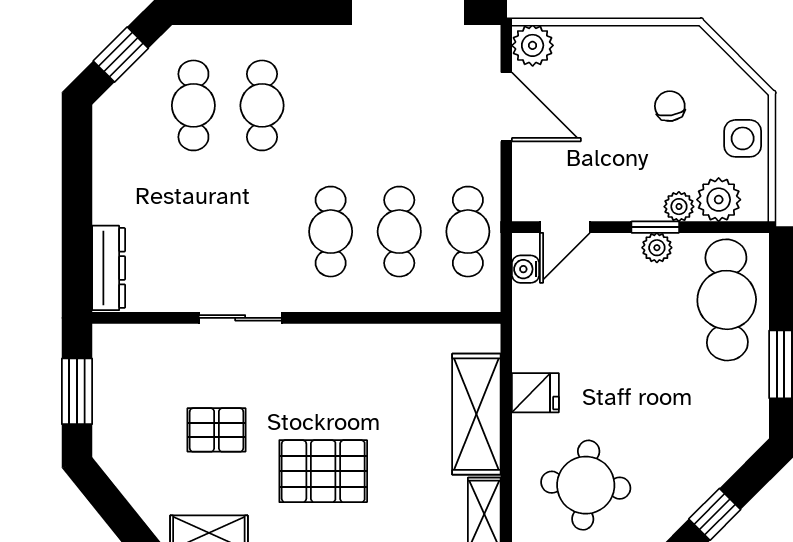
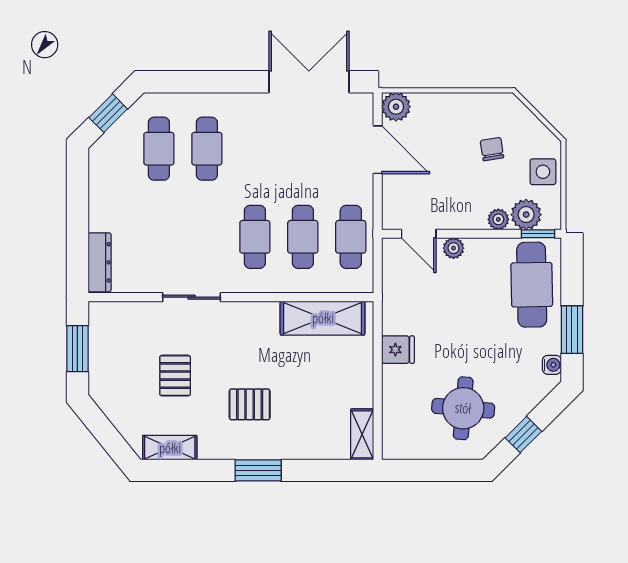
door: (565, 227) -> (419, 234), hinge flipped
window: (655, 227) -> (538, 234), moved
plant: (657, 248) -> (454, 248), moved
water cooler: (526, 269) -> (552, 365), moved, turned 180
shelving: (476, 414) -> (323, 318), moved, turned 90
pallet: (216, 430) -> (175, 376), turned 90
pallet: (323, 471) -> (250, 404), width x0.67, depth x0.71
round table: (586, 485) -> (463, 408), moved

